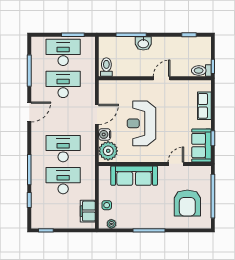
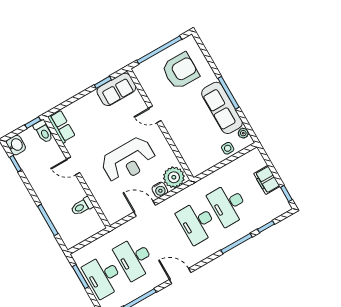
washbasin: (143, 43) -> (16, 145), moved
toilet: (106, 67) -> (82, 206), moved
row of seats: (204, 106) -> (61, 126), moved, turned -90
door: (176, 164) -> (155, 114), moved
sofa: (134, 176) -> (222, 108), moved, turned 180
filing cabinet: (88, 211) -> (267, 180), moved, turned 90

